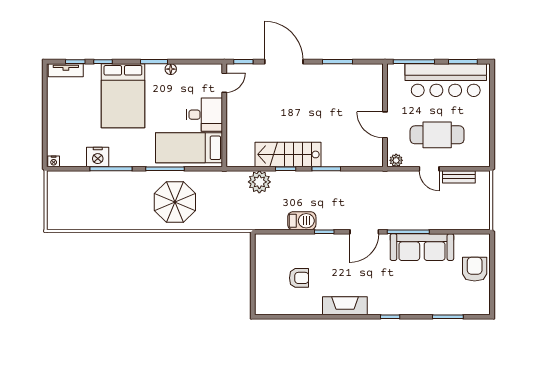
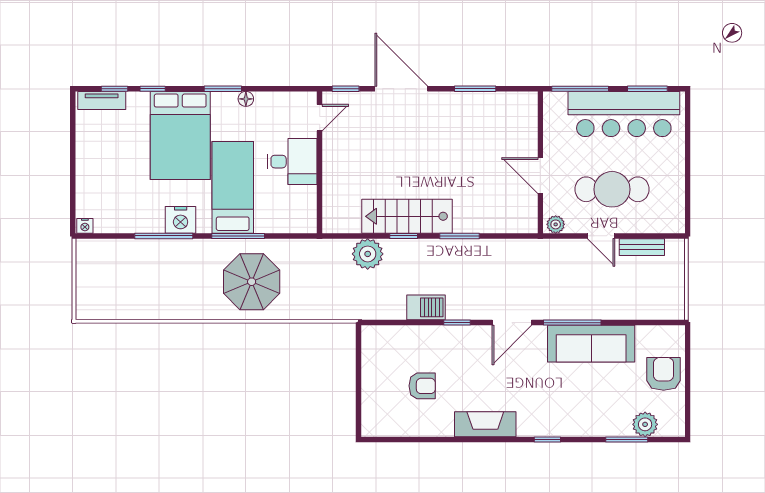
bed: (189, 148) -> (233, 187), moved, turned 90
nightstand: (98, 157) -> (181, 220), moved
plant: (461, 306) -> (645, 424), added

